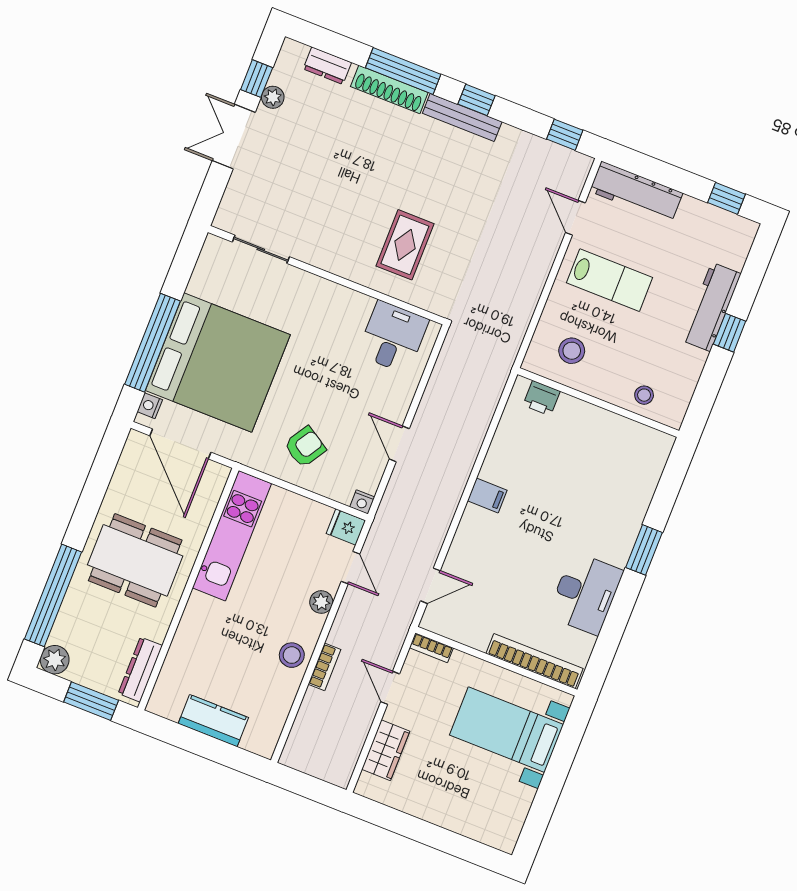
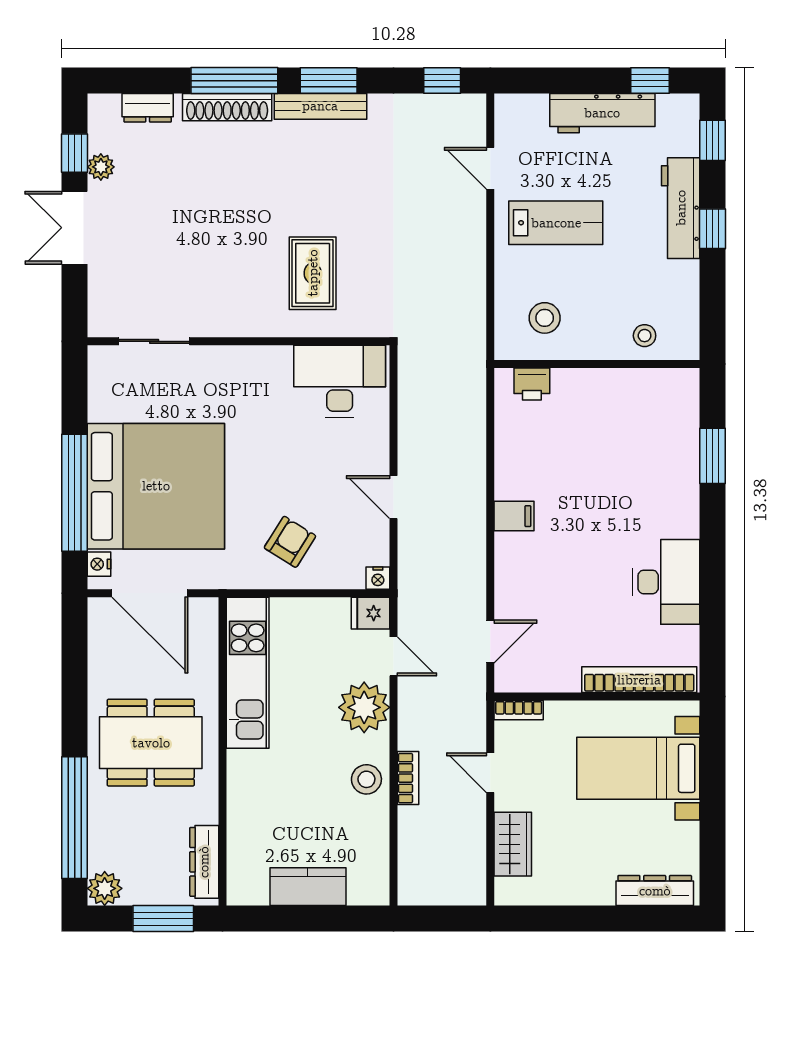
window: (476, 100) -> (329, 81), width x1.50
workbench: (636, 192) -> (602, 113), moved
window: (757, 264) -> (712, 140), added
desk: (393, 337) -> (340, 381), width x1.37
window: (644, 550) -> (712, 456), moved
plant: (321, 602) -> (364, 707), width x1.87, depth x1.87
dresser: (482, 830) -> (655, 891), added

